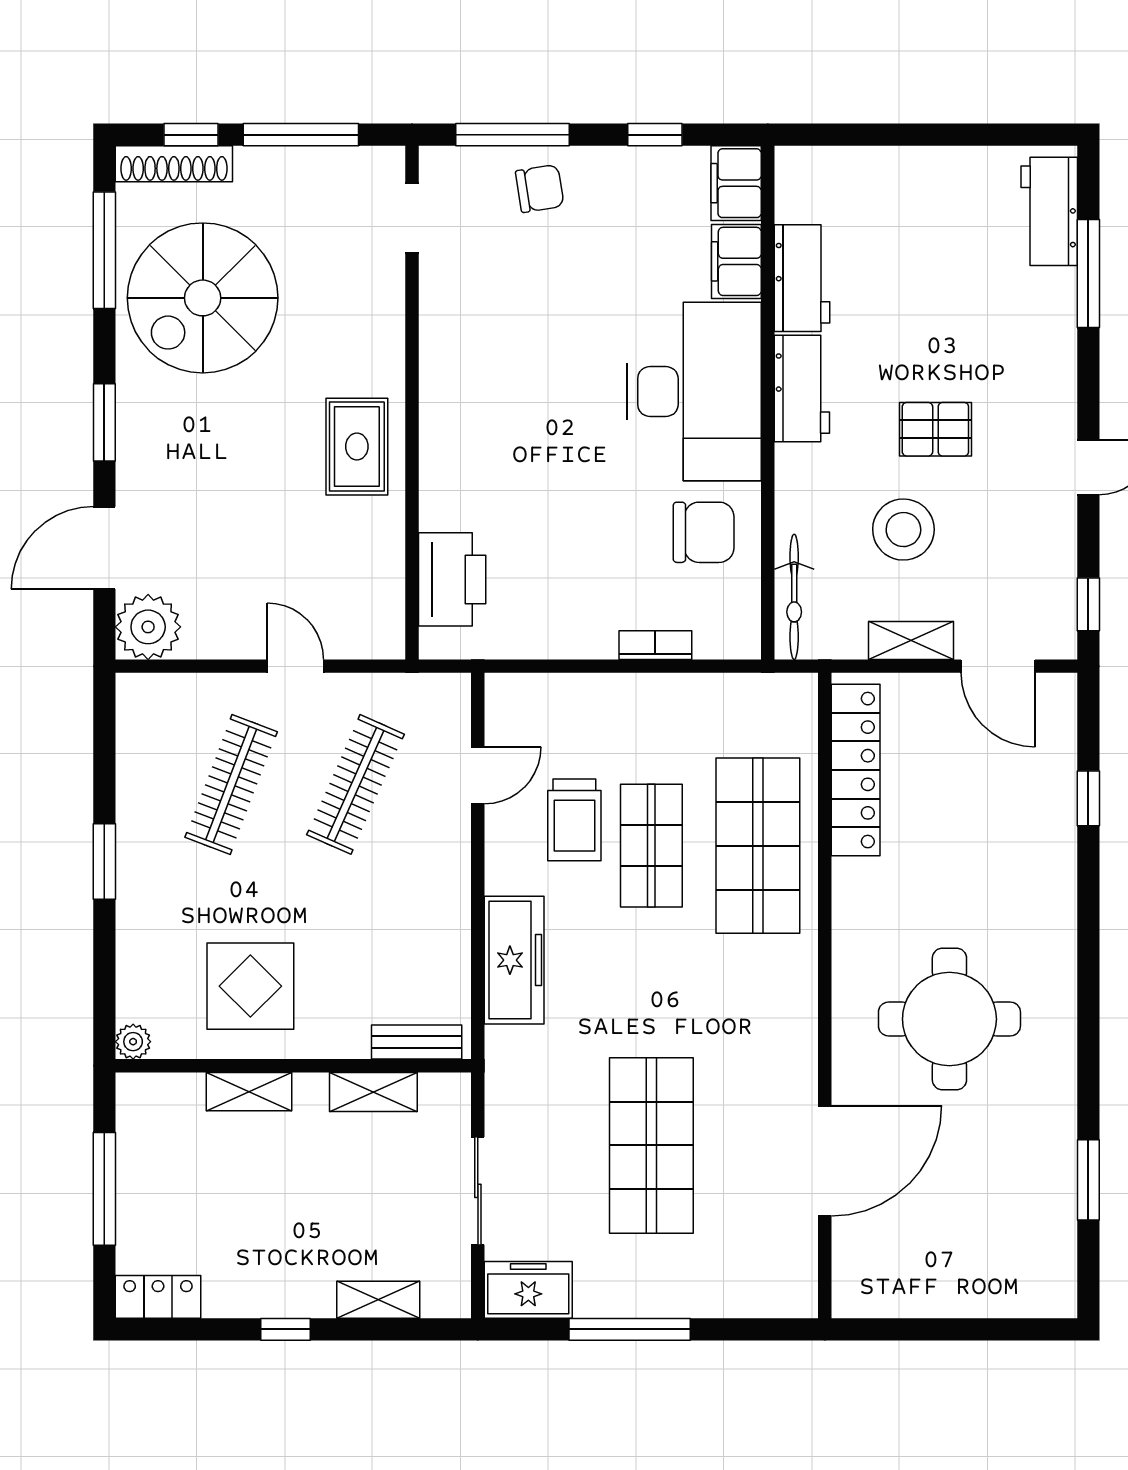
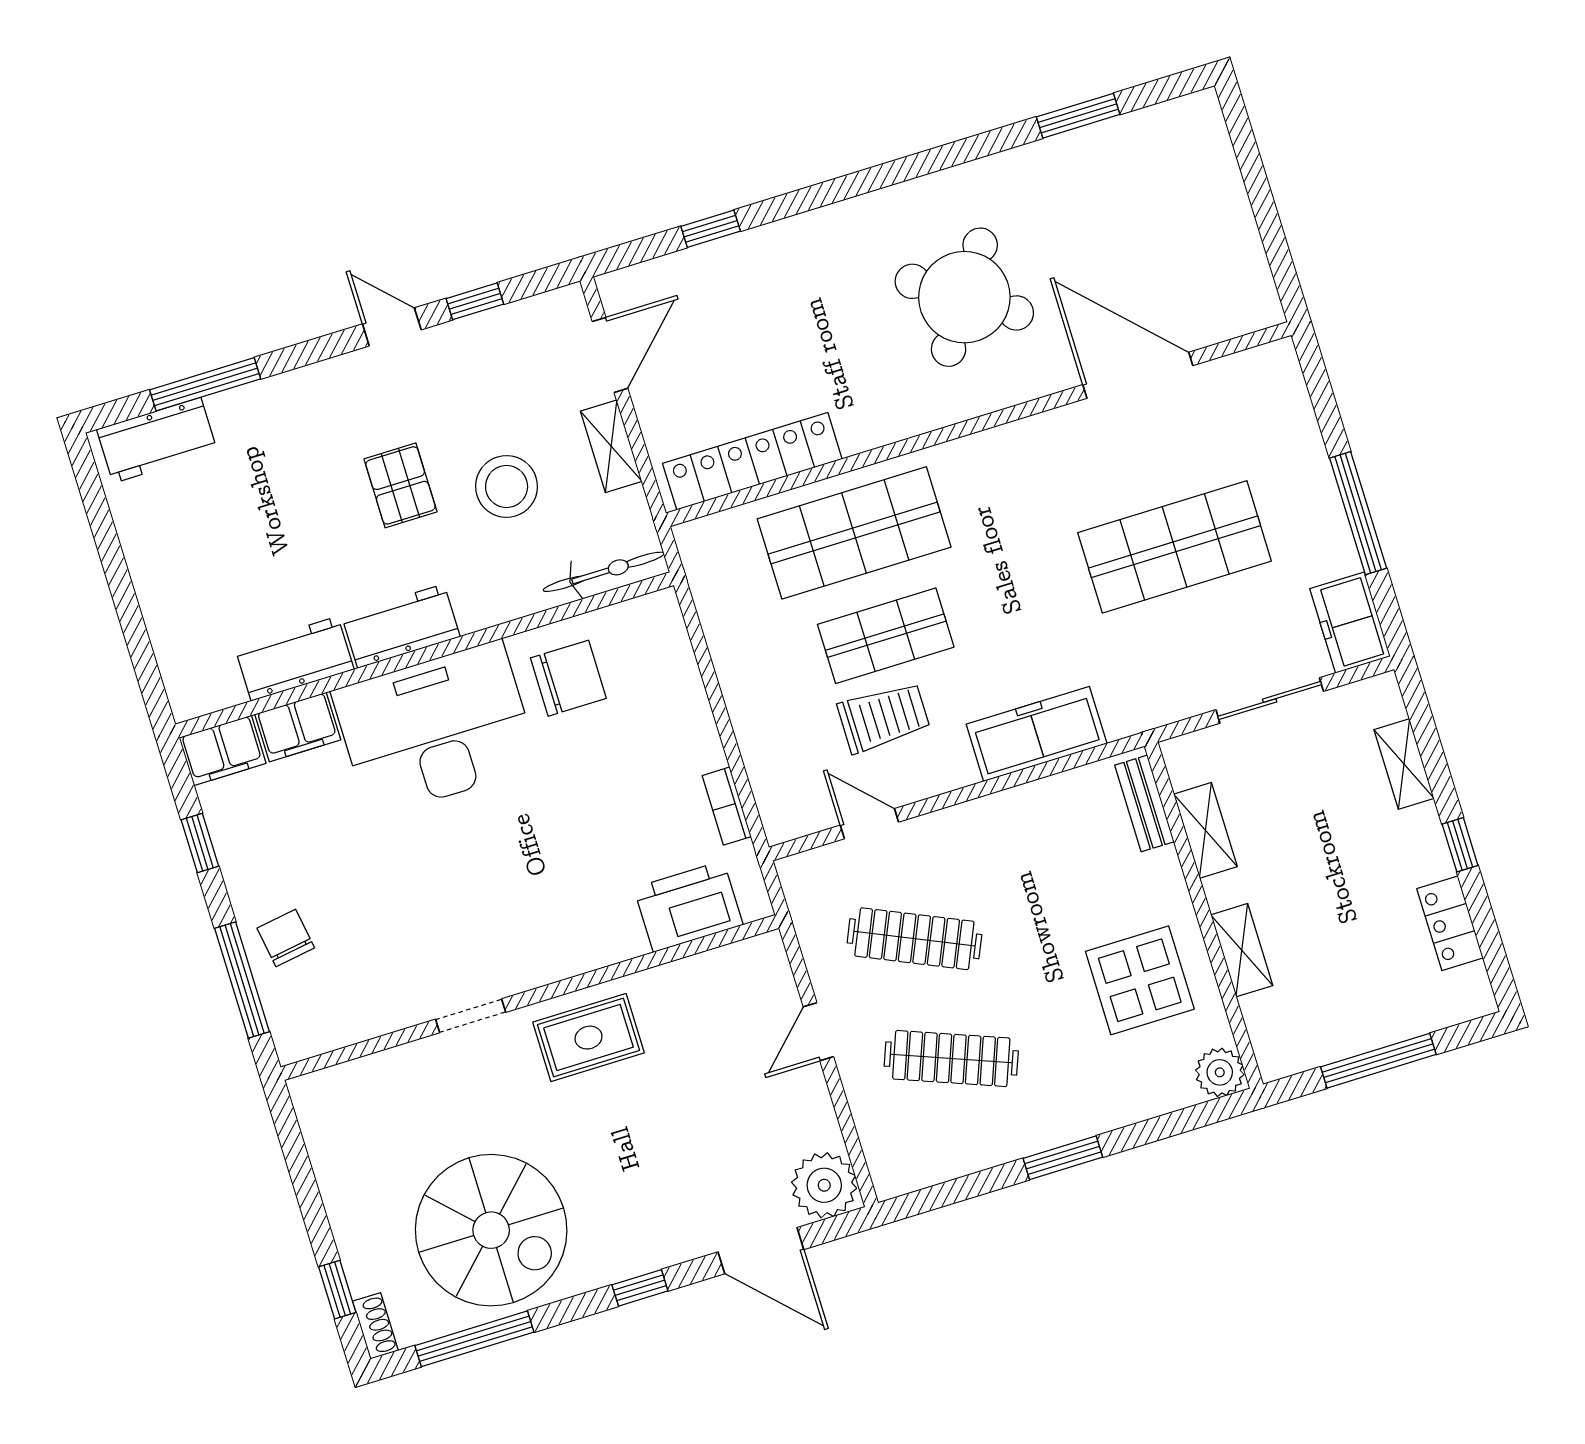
window: (301, 135) -> (305, 1184), removed
shoe rack: (174, 164) -> (375, 1326), width x0.51, depth x0.81
doorway: (412, 218) -> (471, 1016), moved
window: (104, 422) -> (640, 1288), width x0.67
chair: (704, 532) -> (568, 678), turned 90
window: (1088, 604) -> (475, 301), moved
bookcase: (655, 645) -> (727, 806), moved
round table: (949, 1019) -> (964, 297), turned 34
plant: (133, 1042) -> (1220, 1072), width x1.38, depth x1.38
locker: (158, 1297) -> (1450, 923), moved

